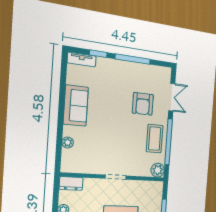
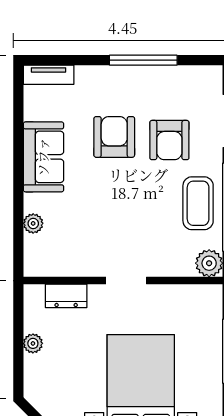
window: (98, 54) -> (78, 60), removed
armchair: (115, 99) -> (114, 137), added
dresser: (71, 183) -> (66, 296), moved

